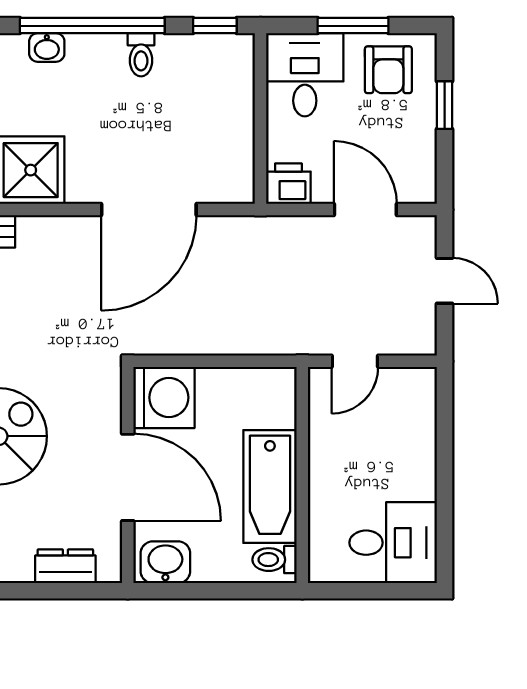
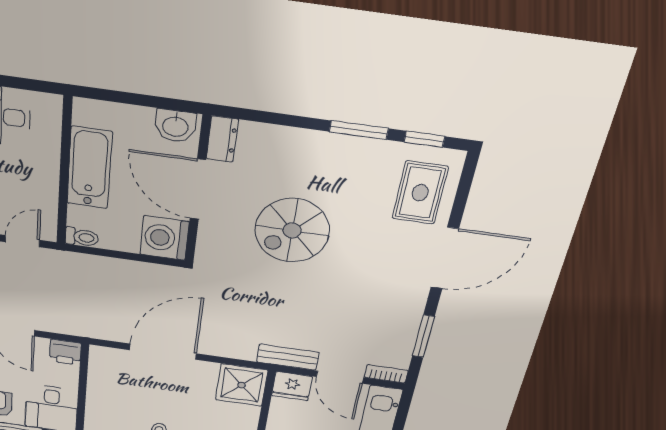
toilet: (274, 560) -> (82, 237), moved
dresser: (65, 566) -> (222, 139), moved, turned -90

